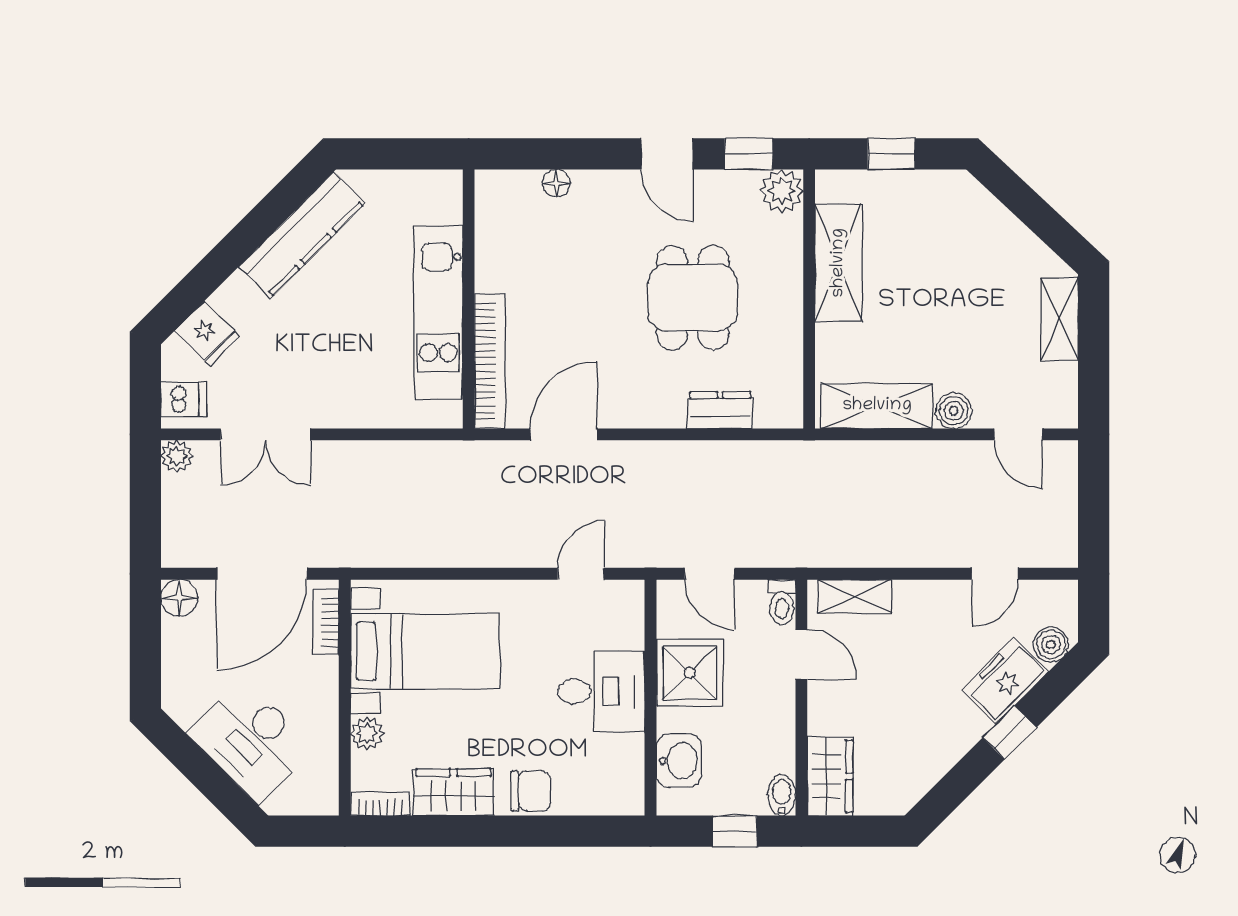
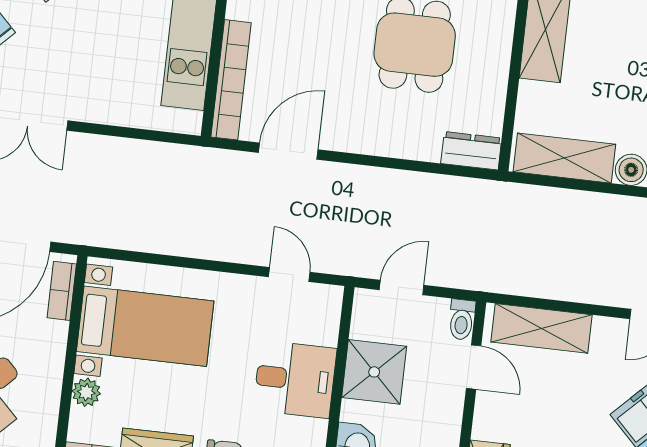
dresser: (720, 410) -> (471, 151), moved
door: (581, 574) -> (289, 274), hinge flipped
door: (710, 574) -> (402, 287), swing flipped
shelving: (855, 596) -> (541, 328), width x1.50, depth x1.33

